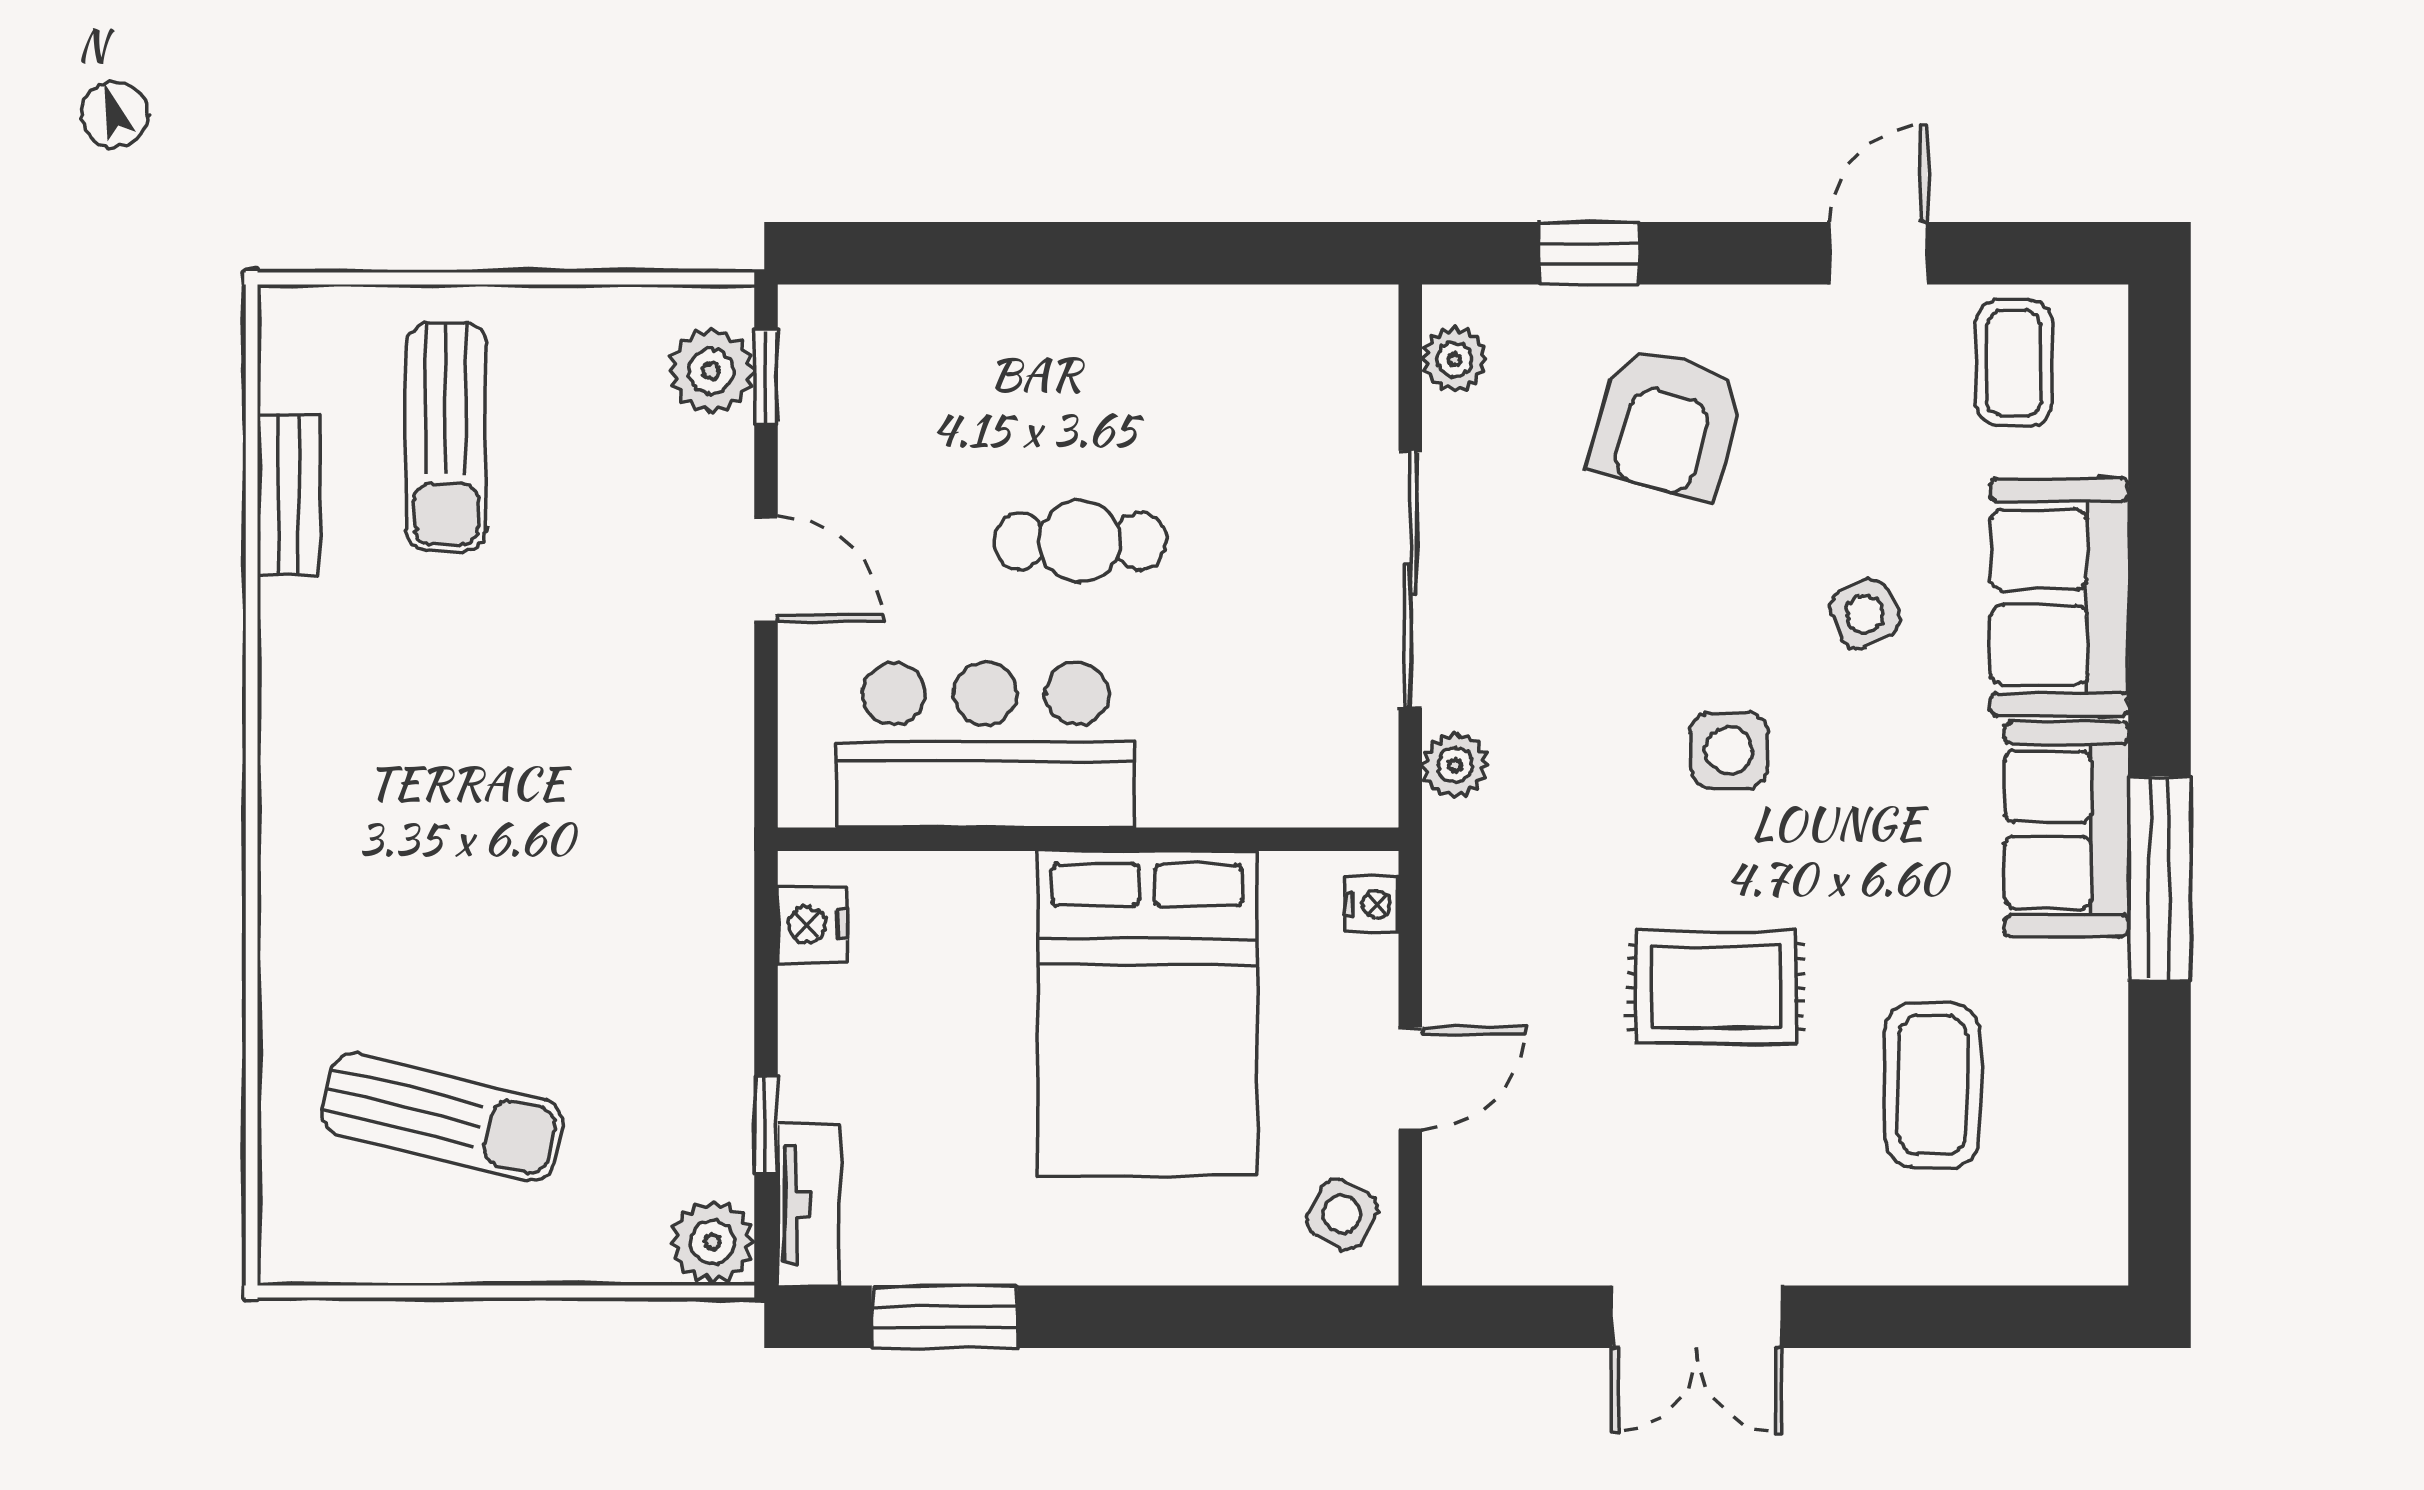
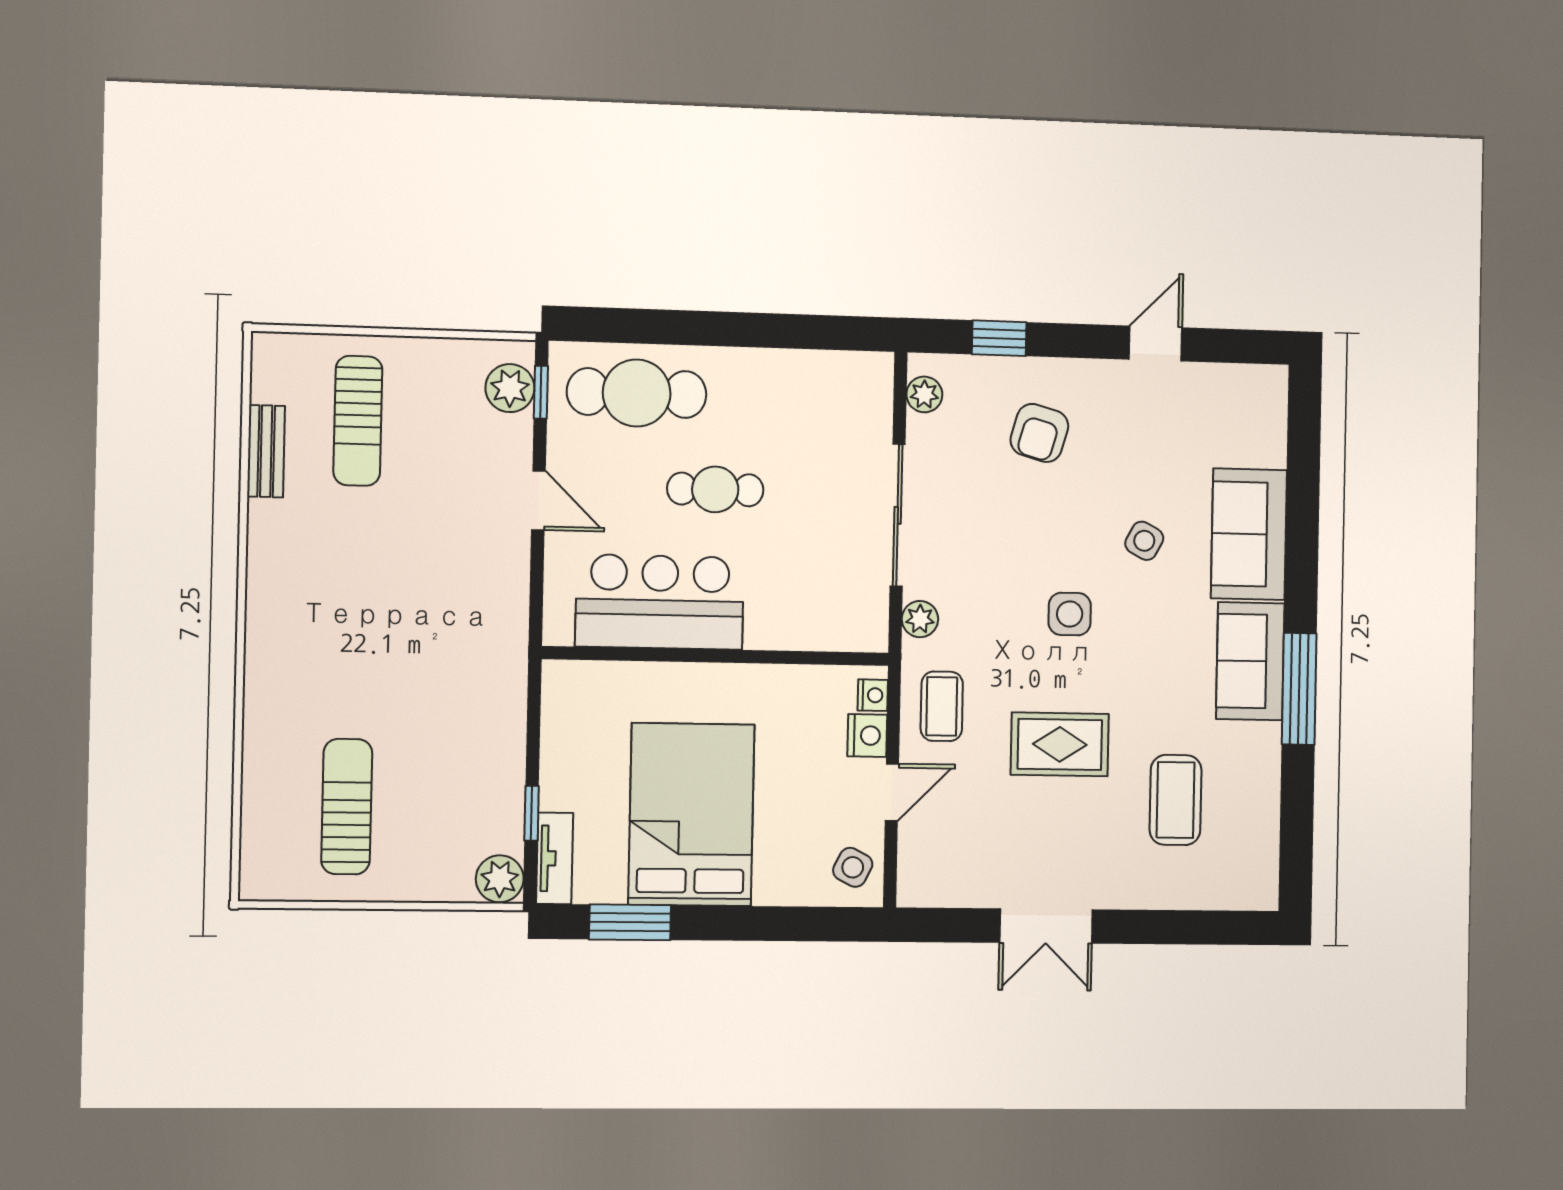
coffee table: (2014, 363) -> (942, 706), moved
cafe table: (936, 373) -> (637, 393), added
armchair: (1667, 423) -> (1039, 433), width x0.72, depth x0.72
side table: (1865, 614) -> (1144, 541), turned -37
nightstand: (813, 925) -> (867, 736), moved, turned 180
bed: (1147, 1013) -> (691, 815), moved, turned 180
sun lounger: (442, 1118) -> (347, 807), turned -104

